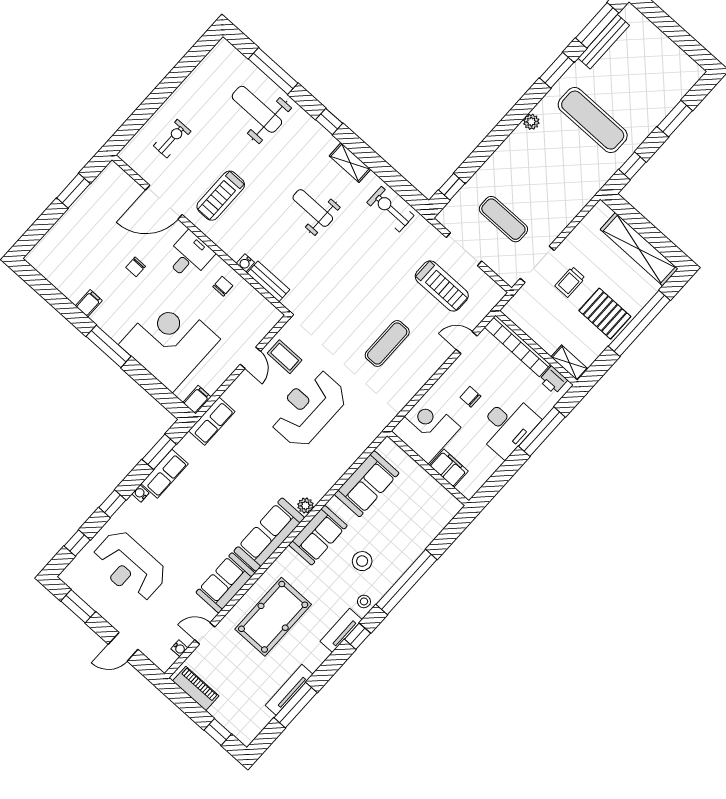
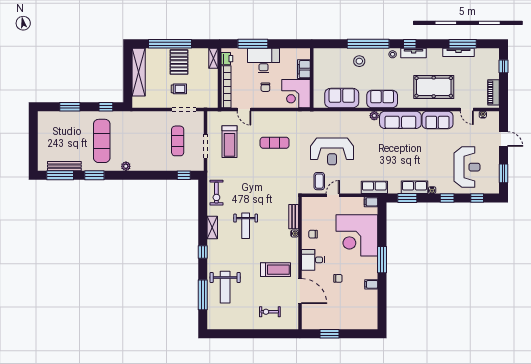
treadmill: (442, 286) -> (229, 142), turned 180
stool: (362, 561) -> (359, 61), moved

